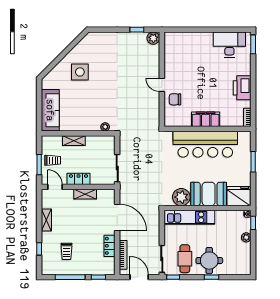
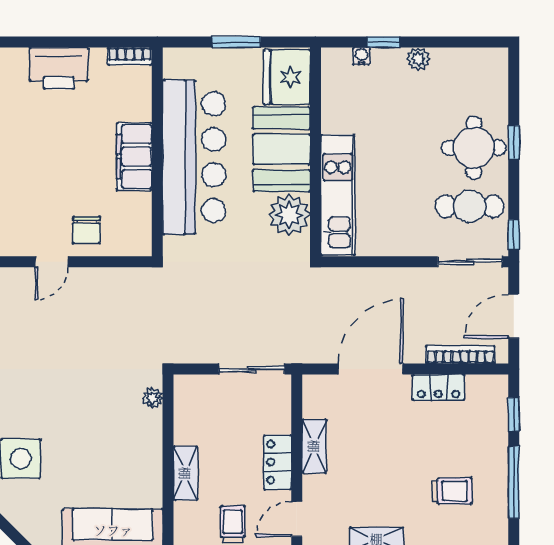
booth: (209, 194) -> (282, 149), moved
fridge: (239, 196) -> (287, 77), moved
plant: (181, 197) -> (289, 215), moved
wall: (207, 208) -> (315, 152), moved
kitchen unit: (190, 217) -> (338, 195), moved

